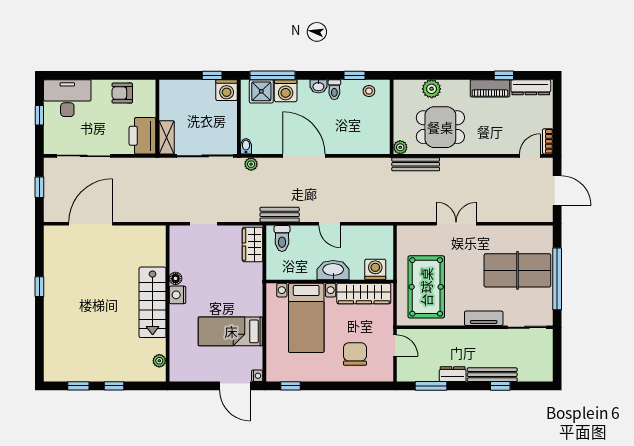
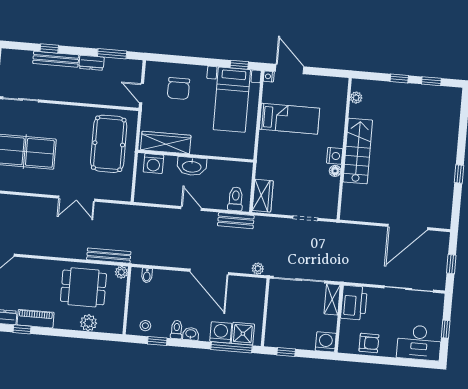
washing machine: (227, 90) -> (326, 342), moved
bidet: (246, 146) -> (147, 275), moved
bed with nightstands: (306, 318) -> (232, 100), moved, turned 180
tv unit: (484, 318) -> (59, 111), removed

